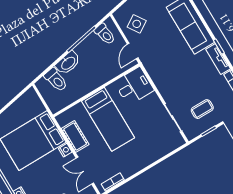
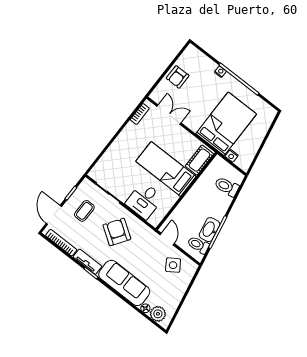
washbasin: (68, 63) -> (209, 230), moved
armchair: (179, 77) -> (117, 232), added
desk: (134, 86) -> (144, 200), moved
cot: (75, 136) -> (199, 160), moved, turned 90
nightstand: (65, 150) -> (232, 156), moved

